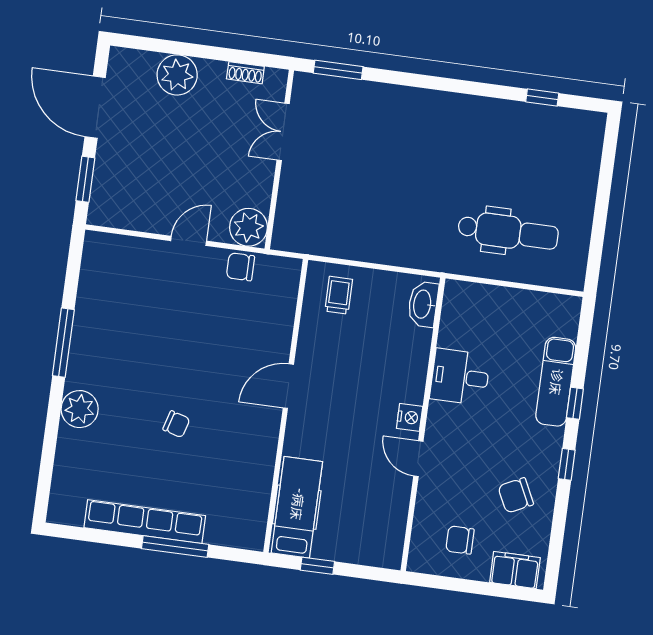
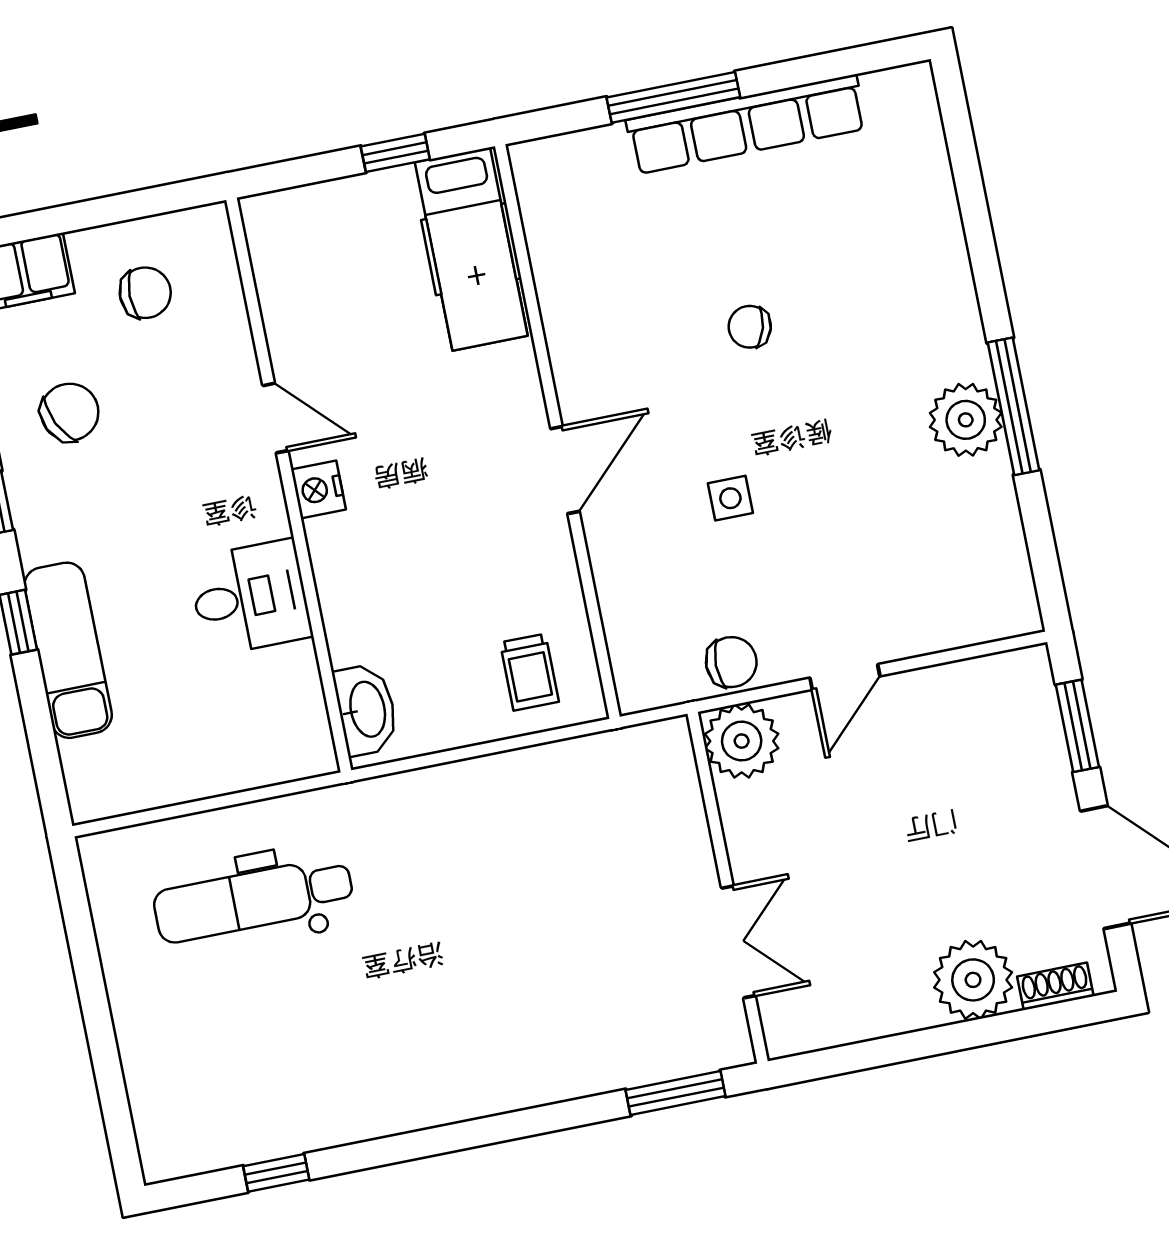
shoe rack: (245, 73) -> (1055, 986), moved
side table: (214, 345) -> (730, 498), added
plant: (80, 409) -> (966, 420), moved

